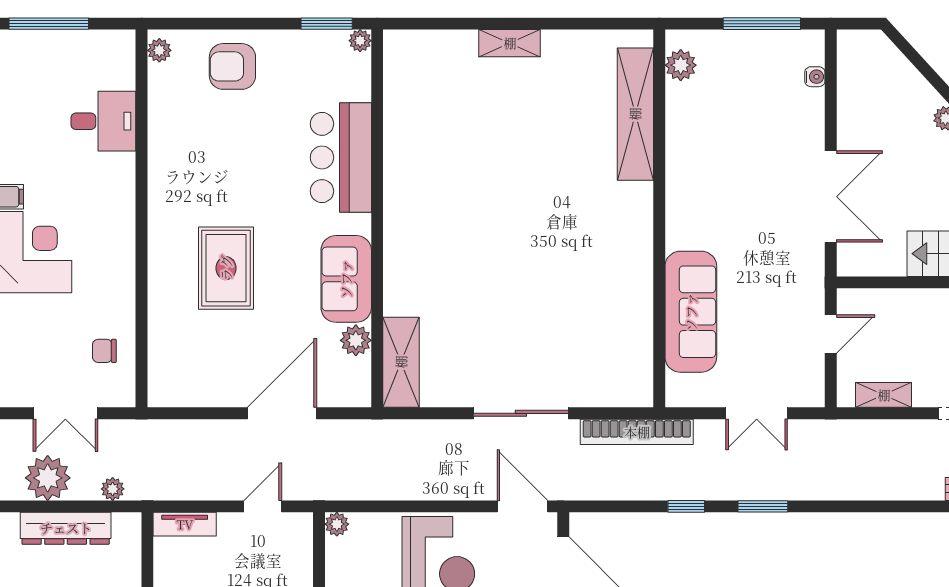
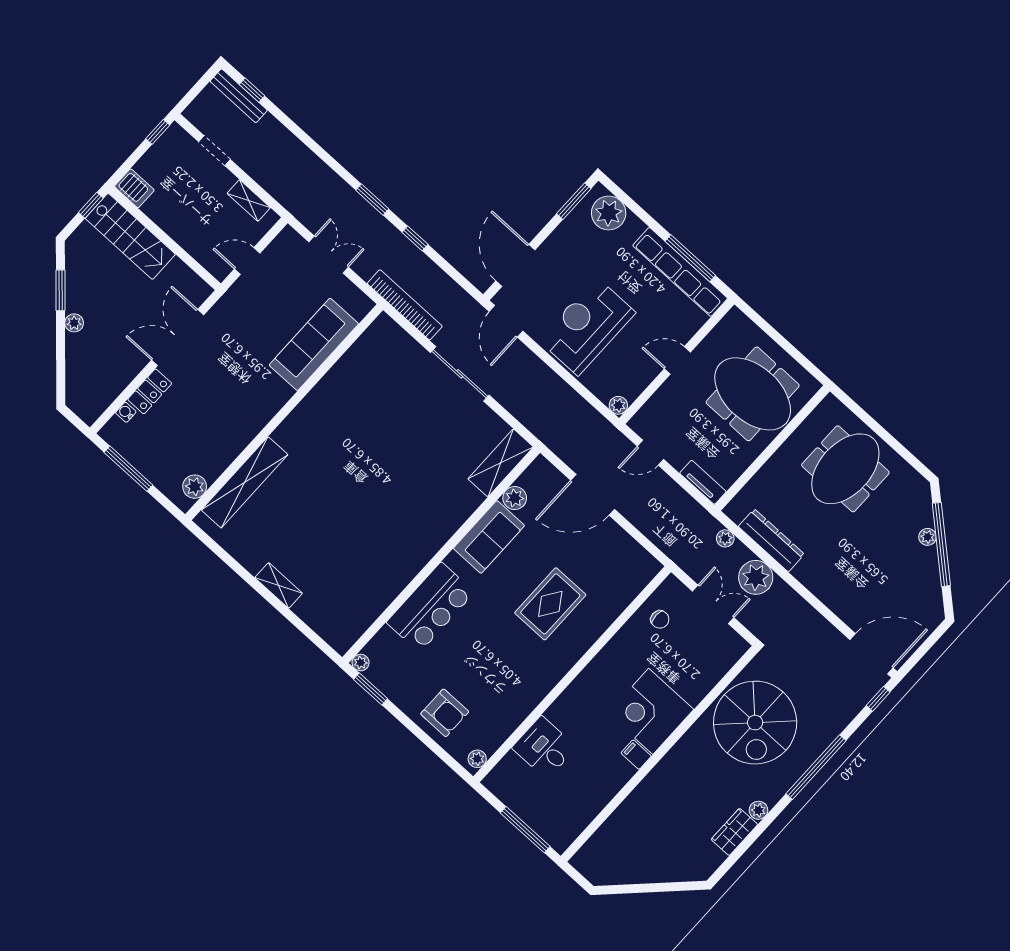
locker: (810, 119) -> (150, 391), added

